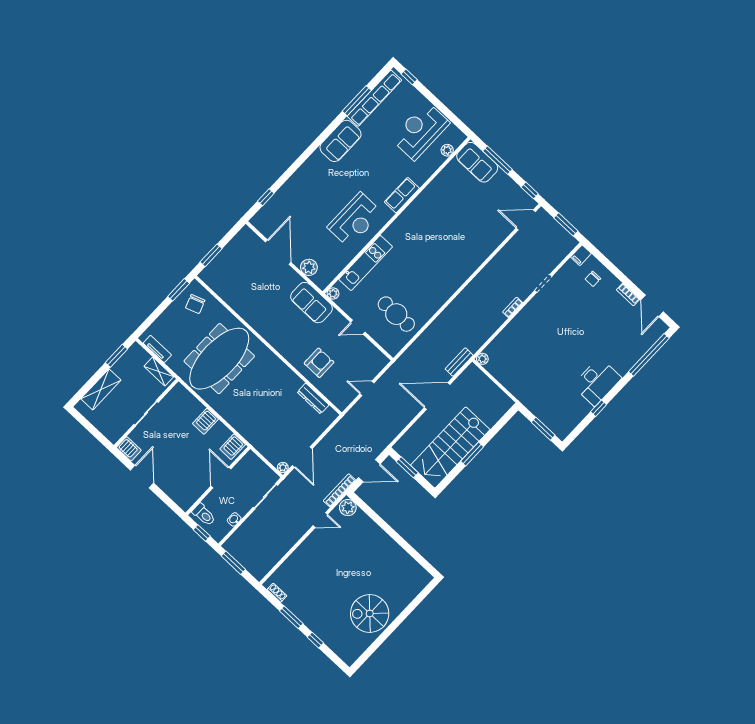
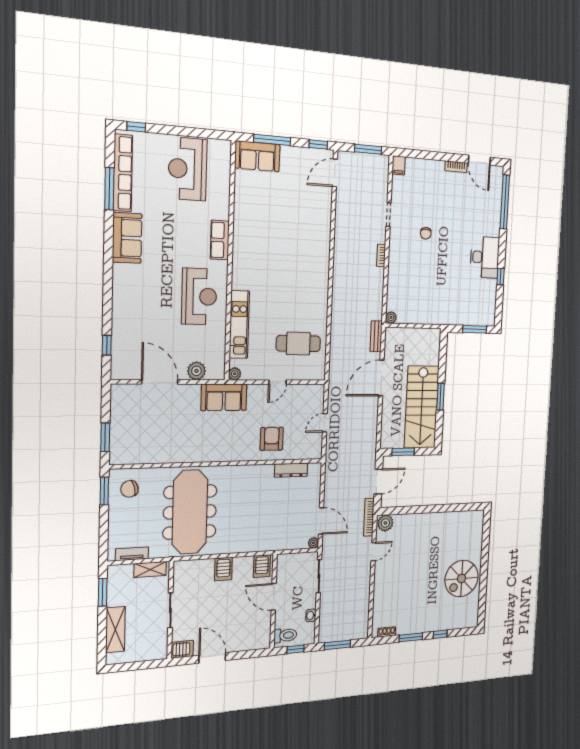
plant: (447, 150) -> (224, 167), removed
chair: (593, 279) -> (426, 233), moved
chair: (195, 304) -> (129, 489), turned 95

